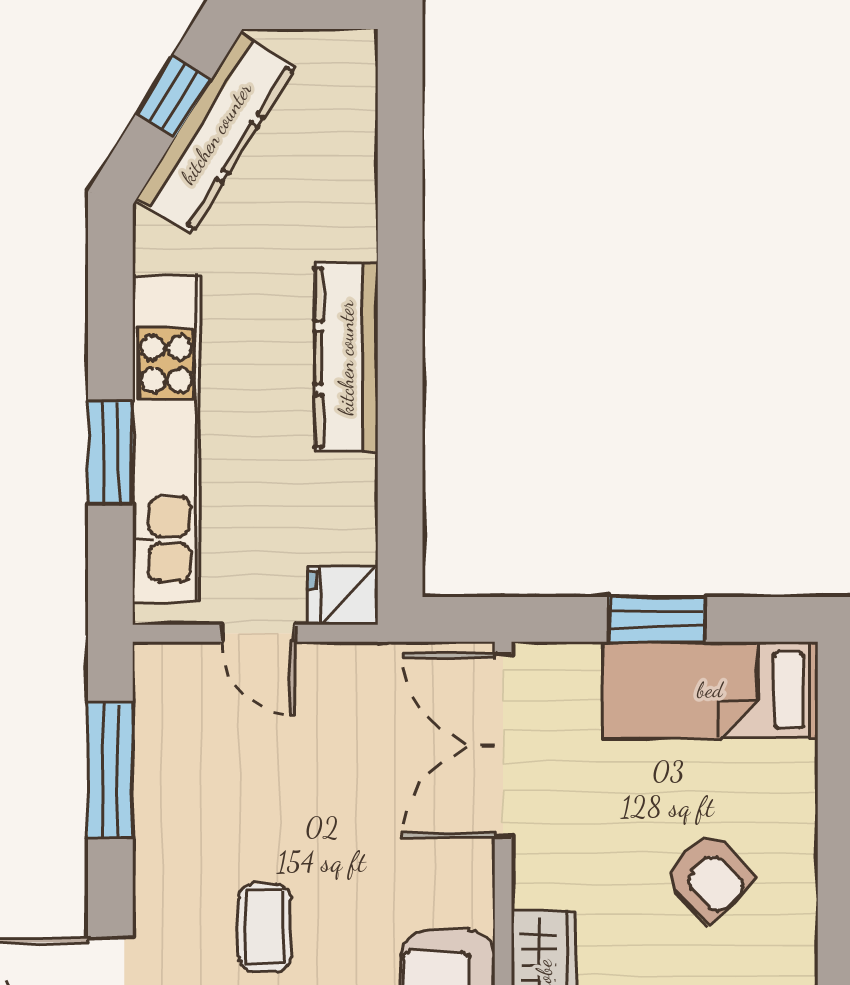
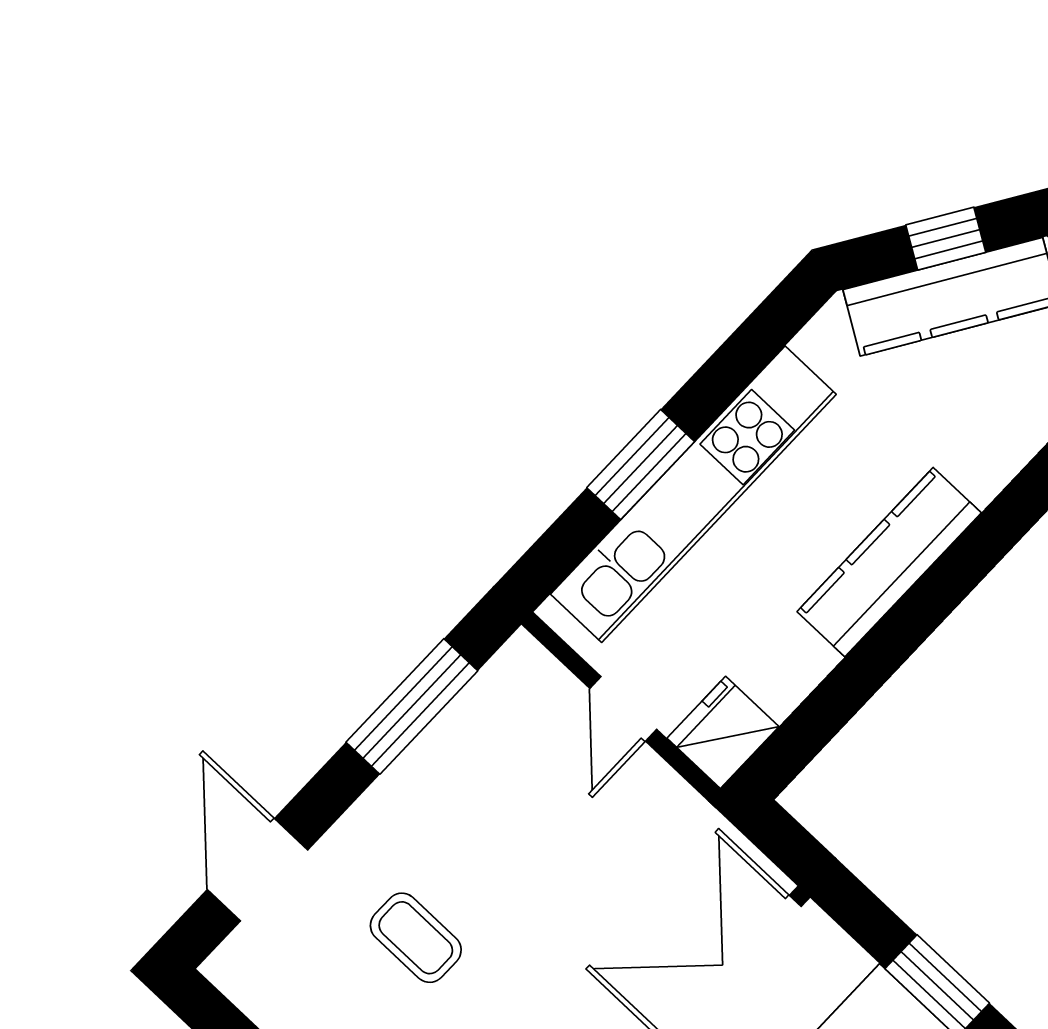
fridge: (343, 596) -> (723, 732), width x1.38
coffee table: (265, 927) -> (416, 938), turned 90

